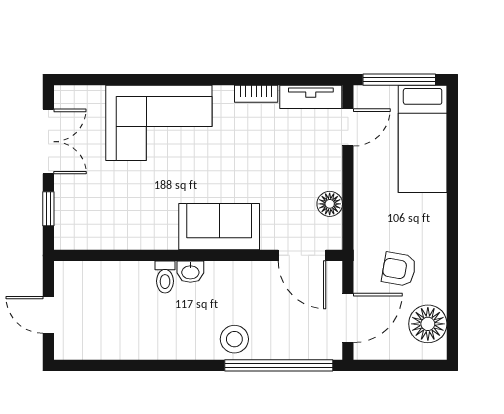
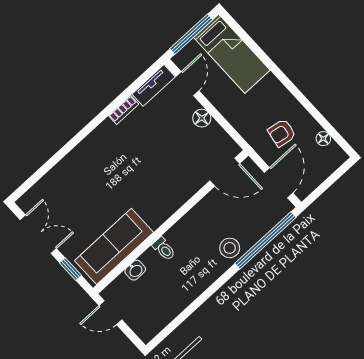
corner sofa: (159, 123) -> (87, 172), removed
floor lamp: (330, 204) -> (202, 118), moved
sofa: (219, 227) -> (114, 246), moved, width x1.36
washbasin: (190, 272) -> (135, 270), moved
door: (48, 315) -> (110, 313), moved
floor lamp: (428, 324) -> (323, 139), width x0.53, depth x0.53

